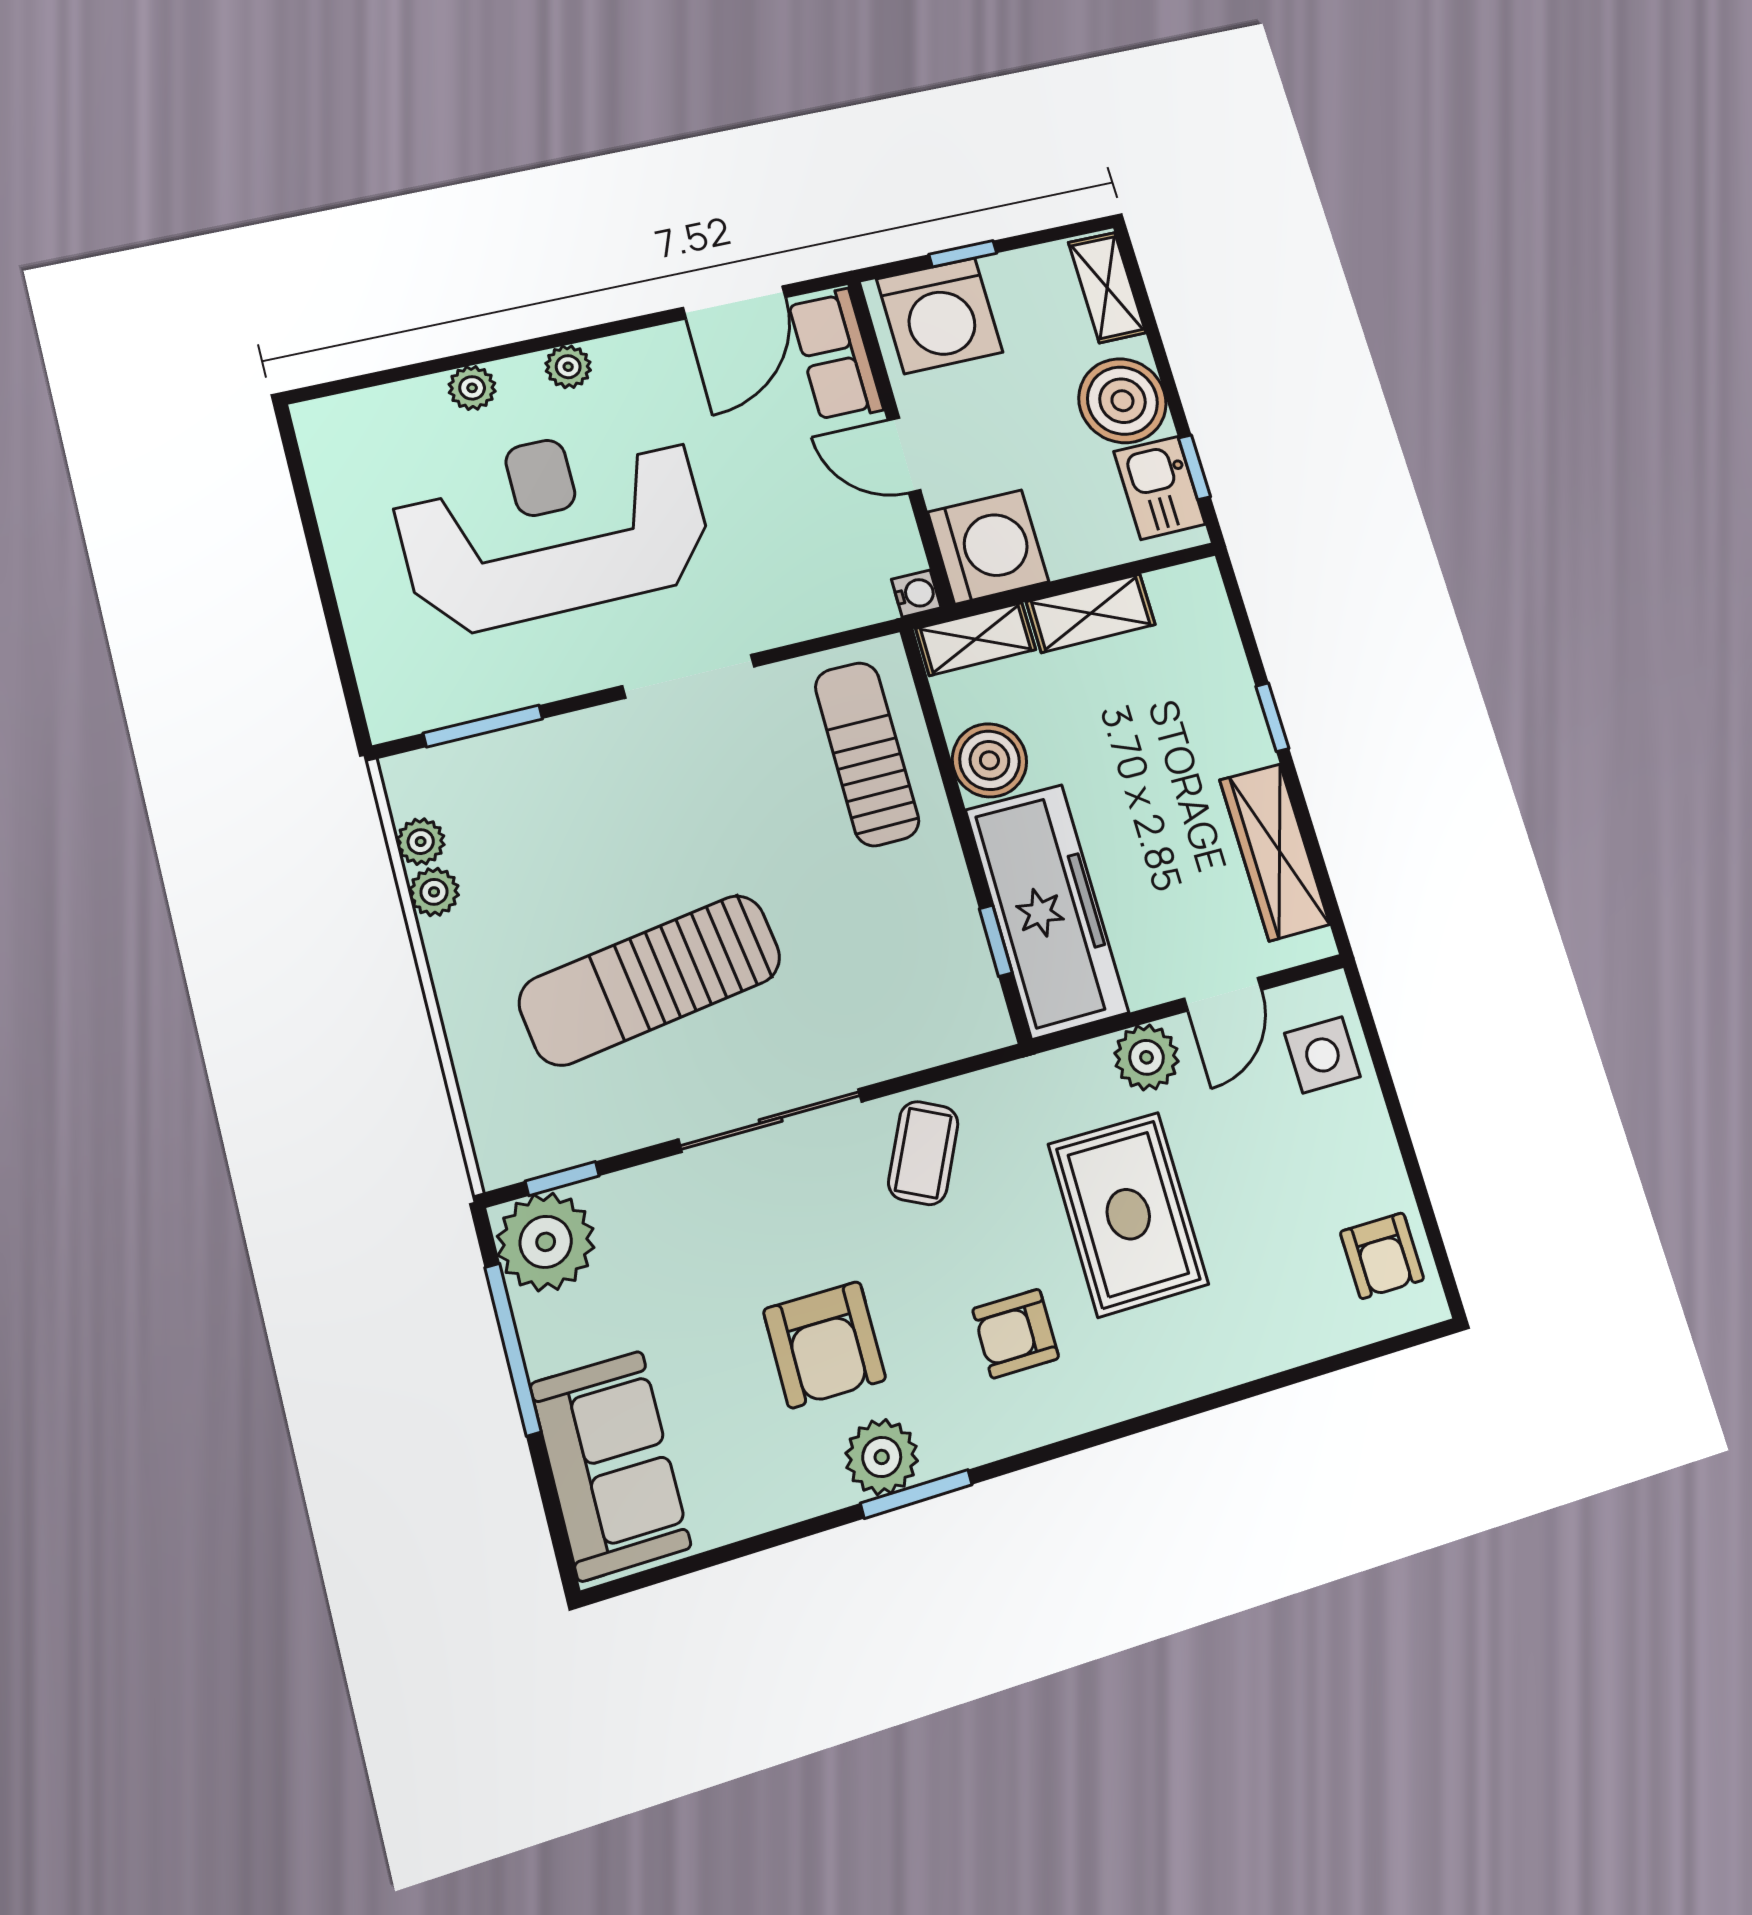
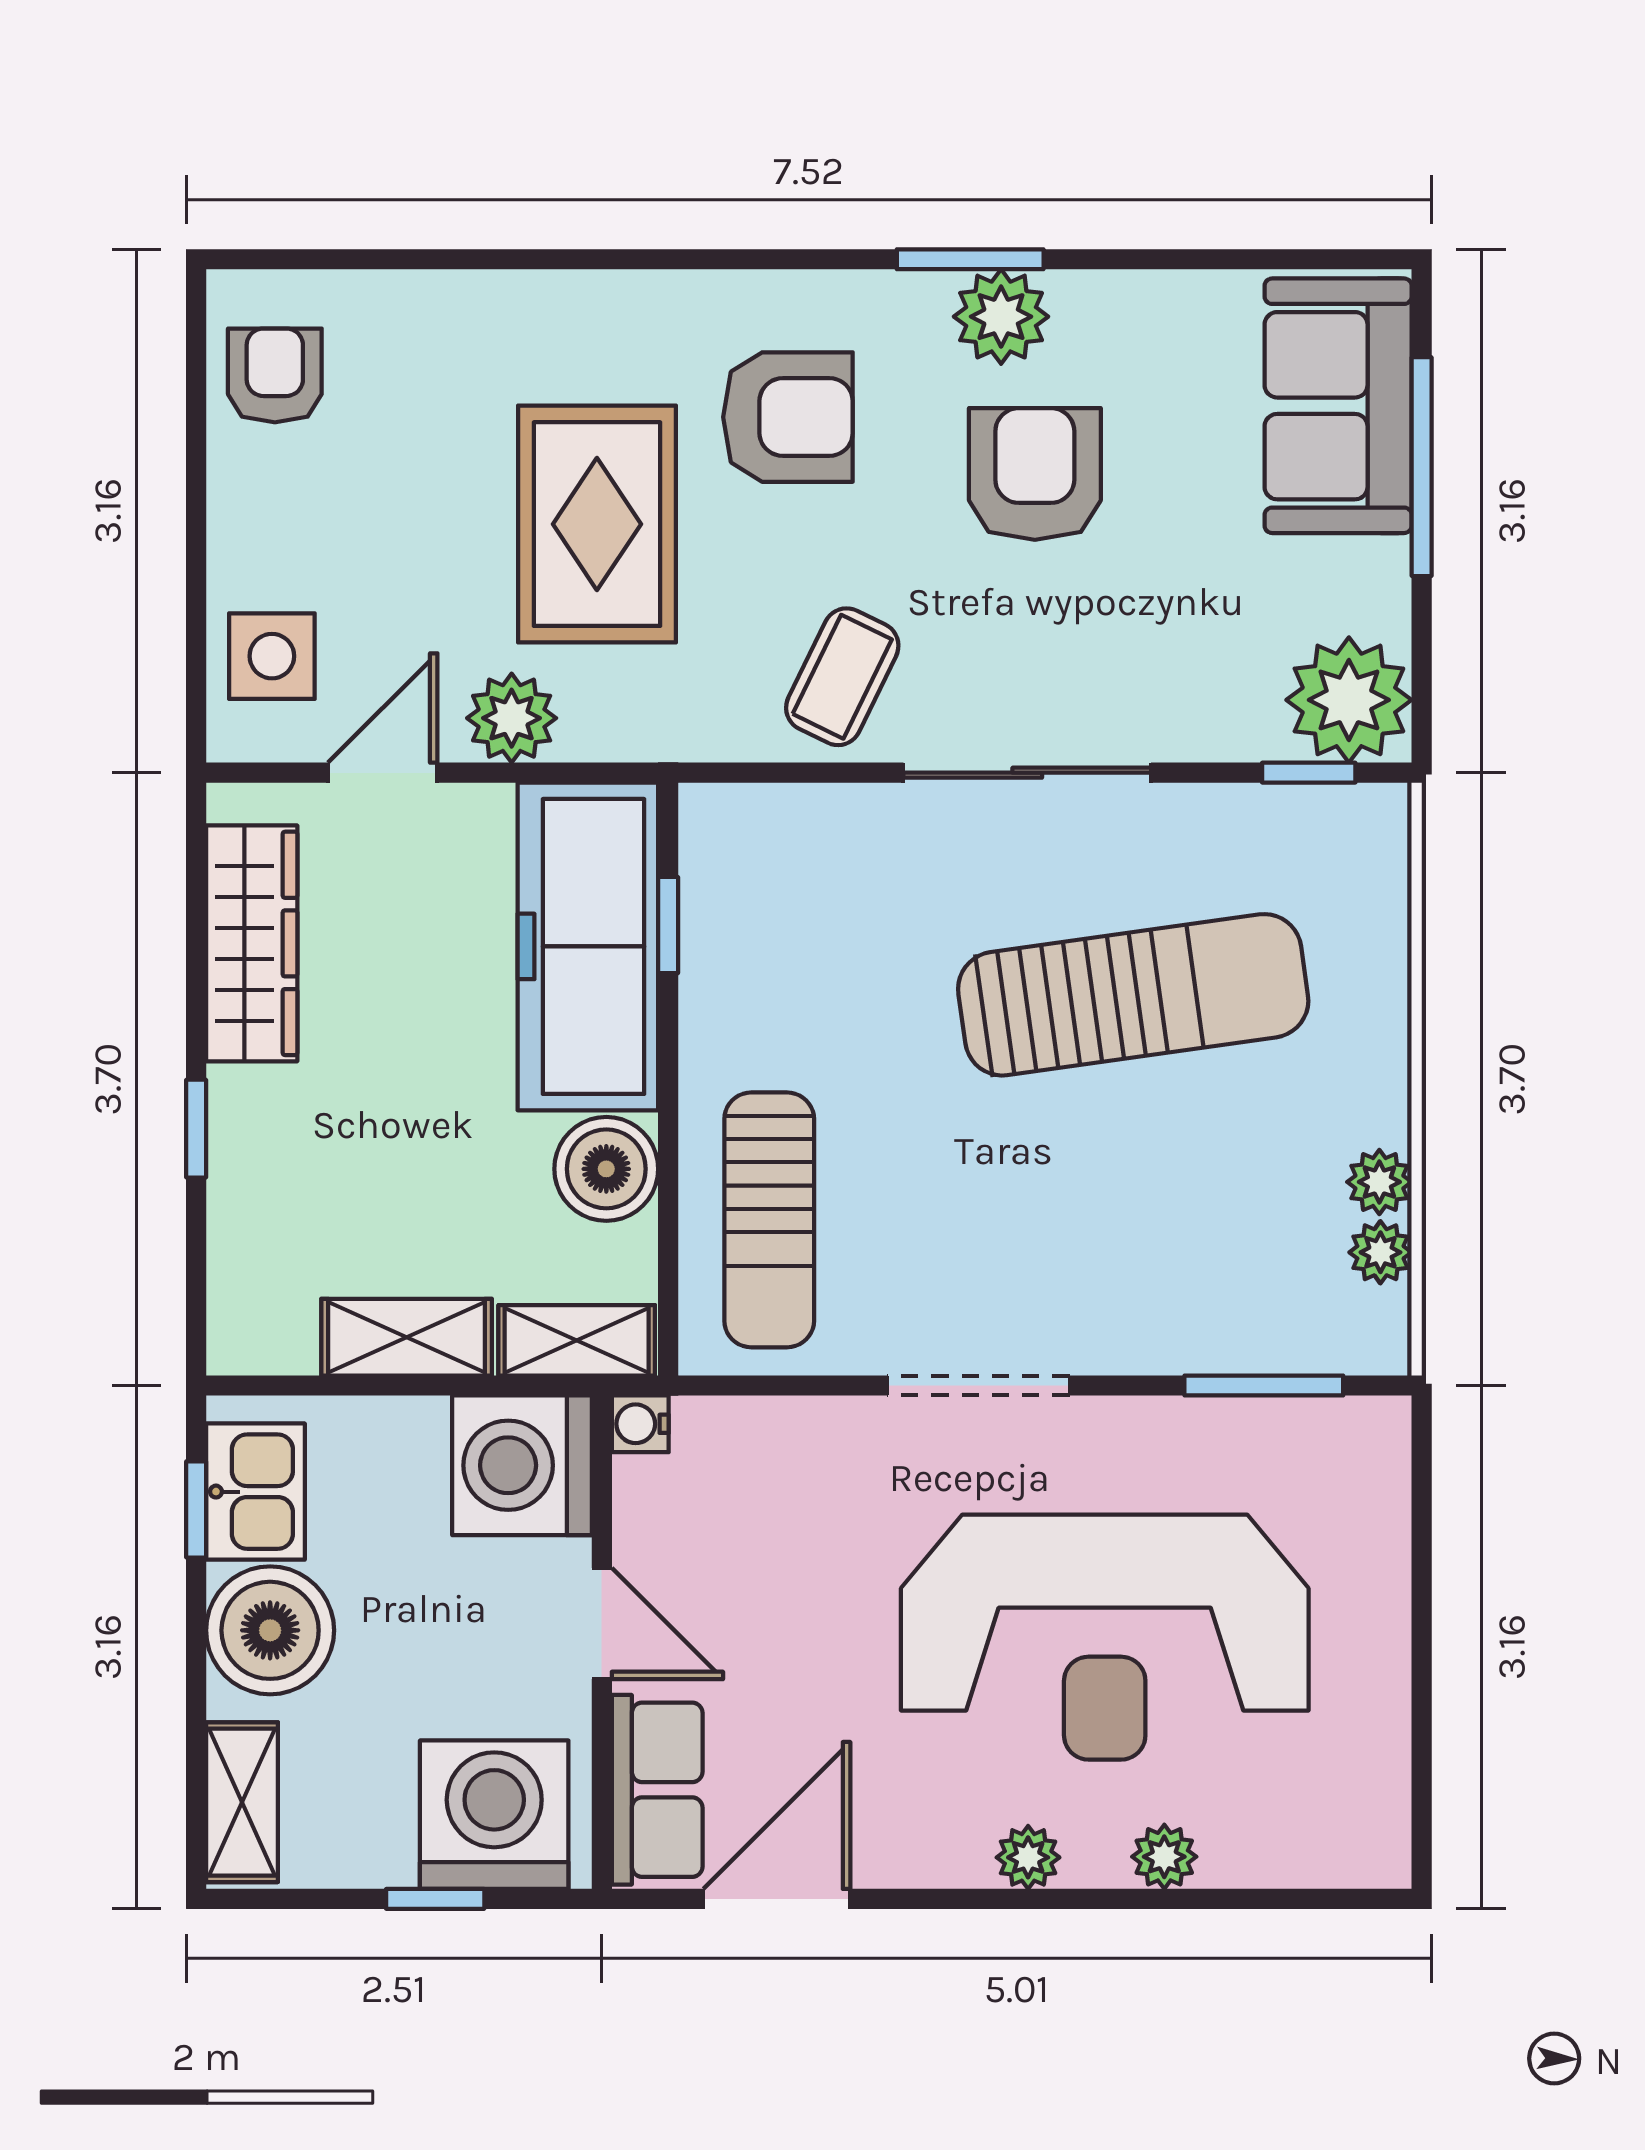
armchair: (1016, 1334) -> (788, 417), width x1.38, depth x1.38
window: (513, 1349) -> (1422, 467), moved

